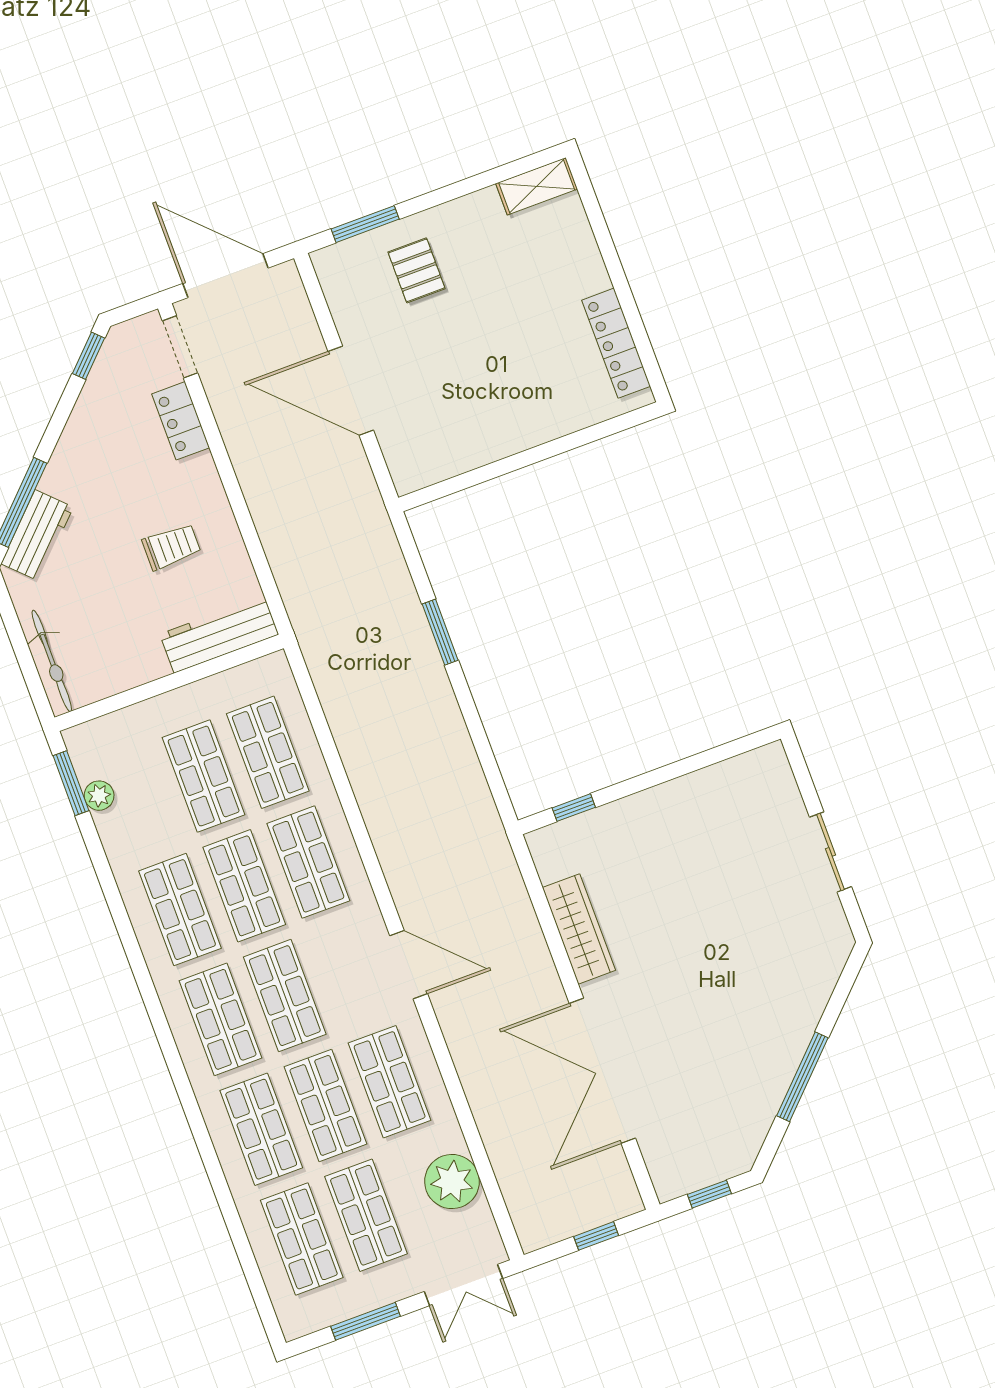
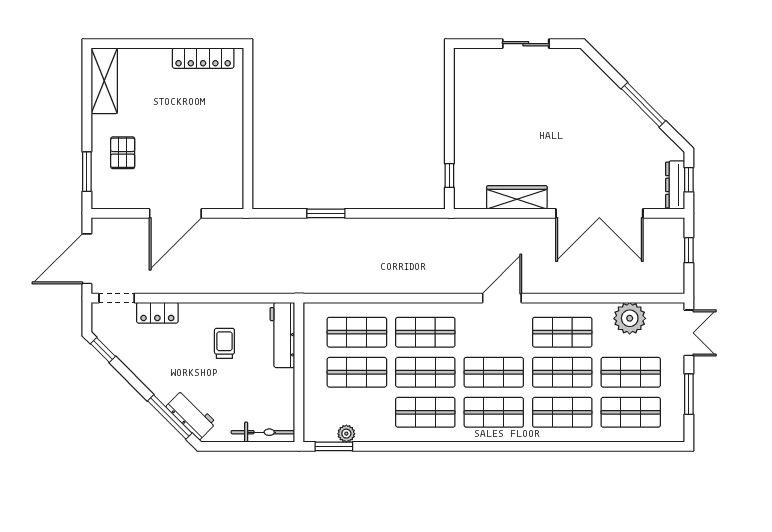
shelving: (537, 186) -> (104, 81), width x1.50, depth x1.33
pallet: (417, 270) -> (123, 153), turned 90
dresser: (693, 1175) -> (675, 185), added

